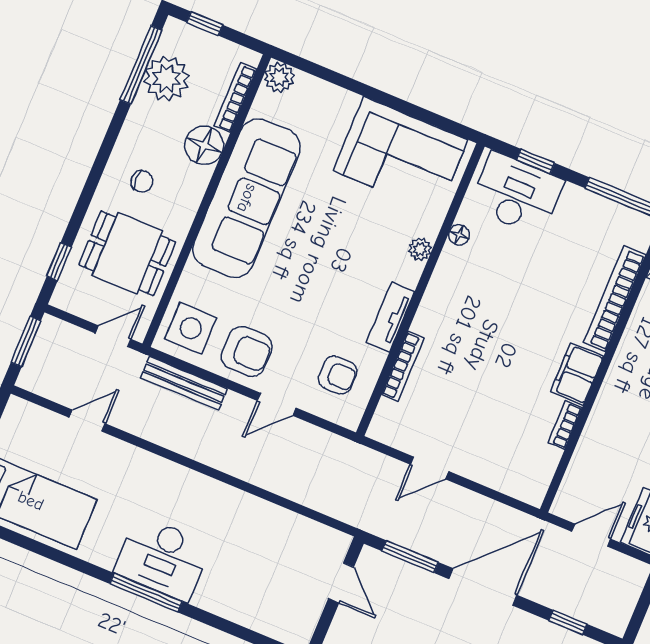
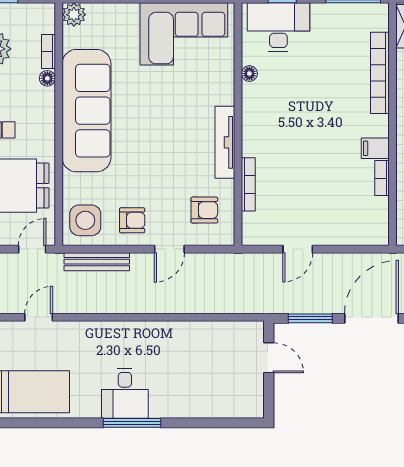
bookcase: (235, 97) -> (48, 52), width x0.64
floor lamp: (204, 145) -> (47, 78), width x0.53, depth x0.53
plant: (420, 249) -> (226, 96), removed
tv unit: (390, 317) -> (225, 142), width x1.41
armchair: (247, 351) -> (132, 220), width x0.72, depth x0.72
filing cabinet: (577, 374) -> (375, 148), width x0.50
desk: (162, 558) -> (125, 393), width x0.73

